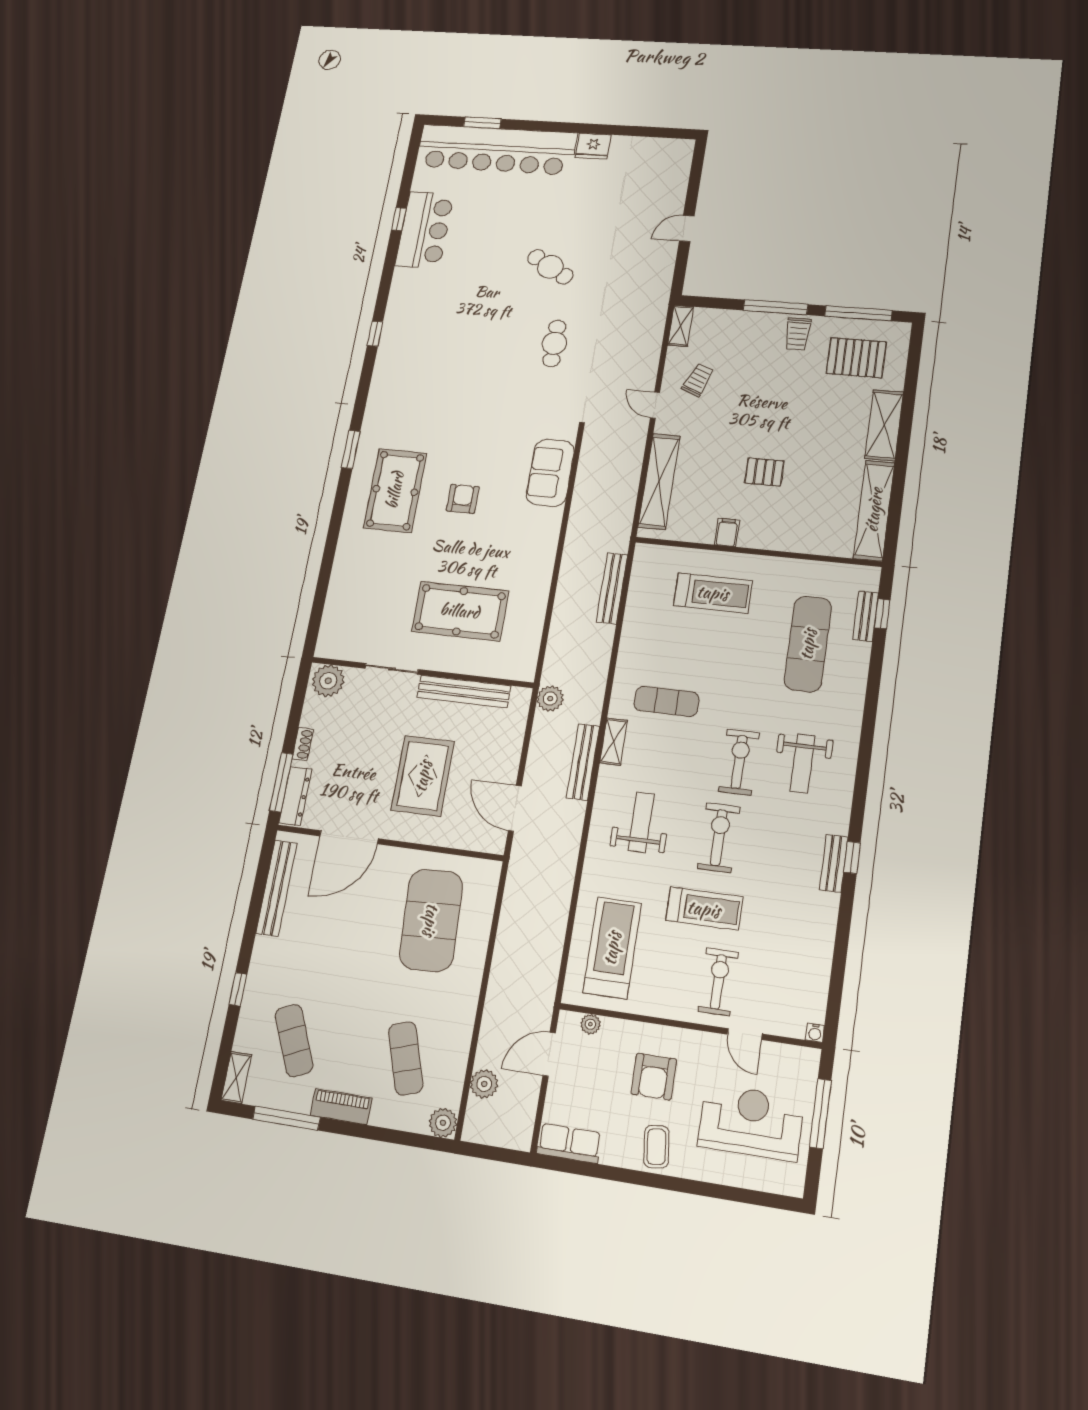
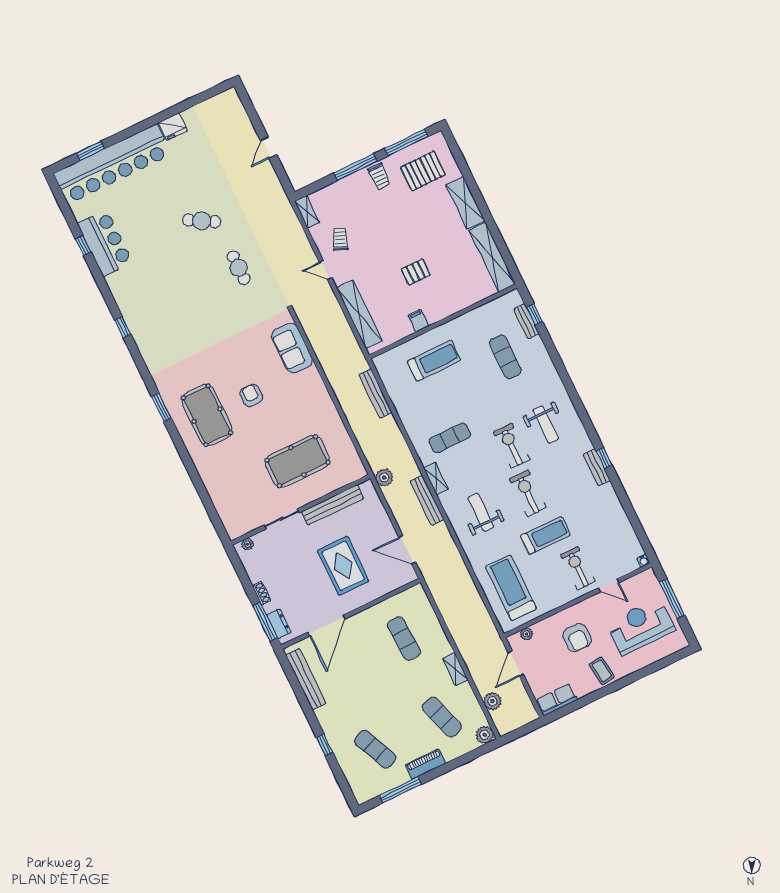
exercise mat: (808, 644) -> (505, 357), width x0.73, depth x0.69
plant: (328, 681) -> (247, 544), width x0.53, depth x0.53
dresser: (295, 796) -> (279, 624), width x0.70
exercise mat: (431, 920) -> (404, 638), width x0.50, depth x0.69
shelving: (236, 1077) -> (455, 669), moved

